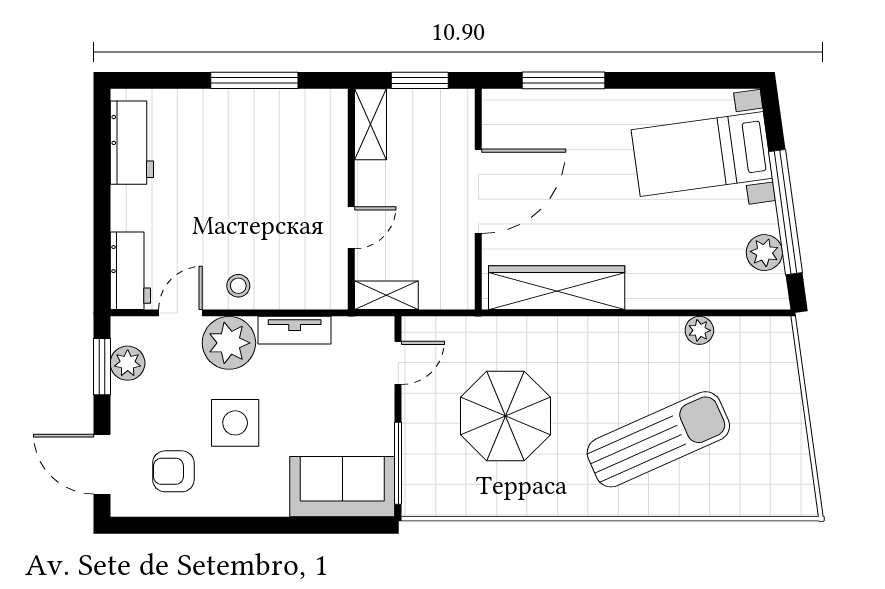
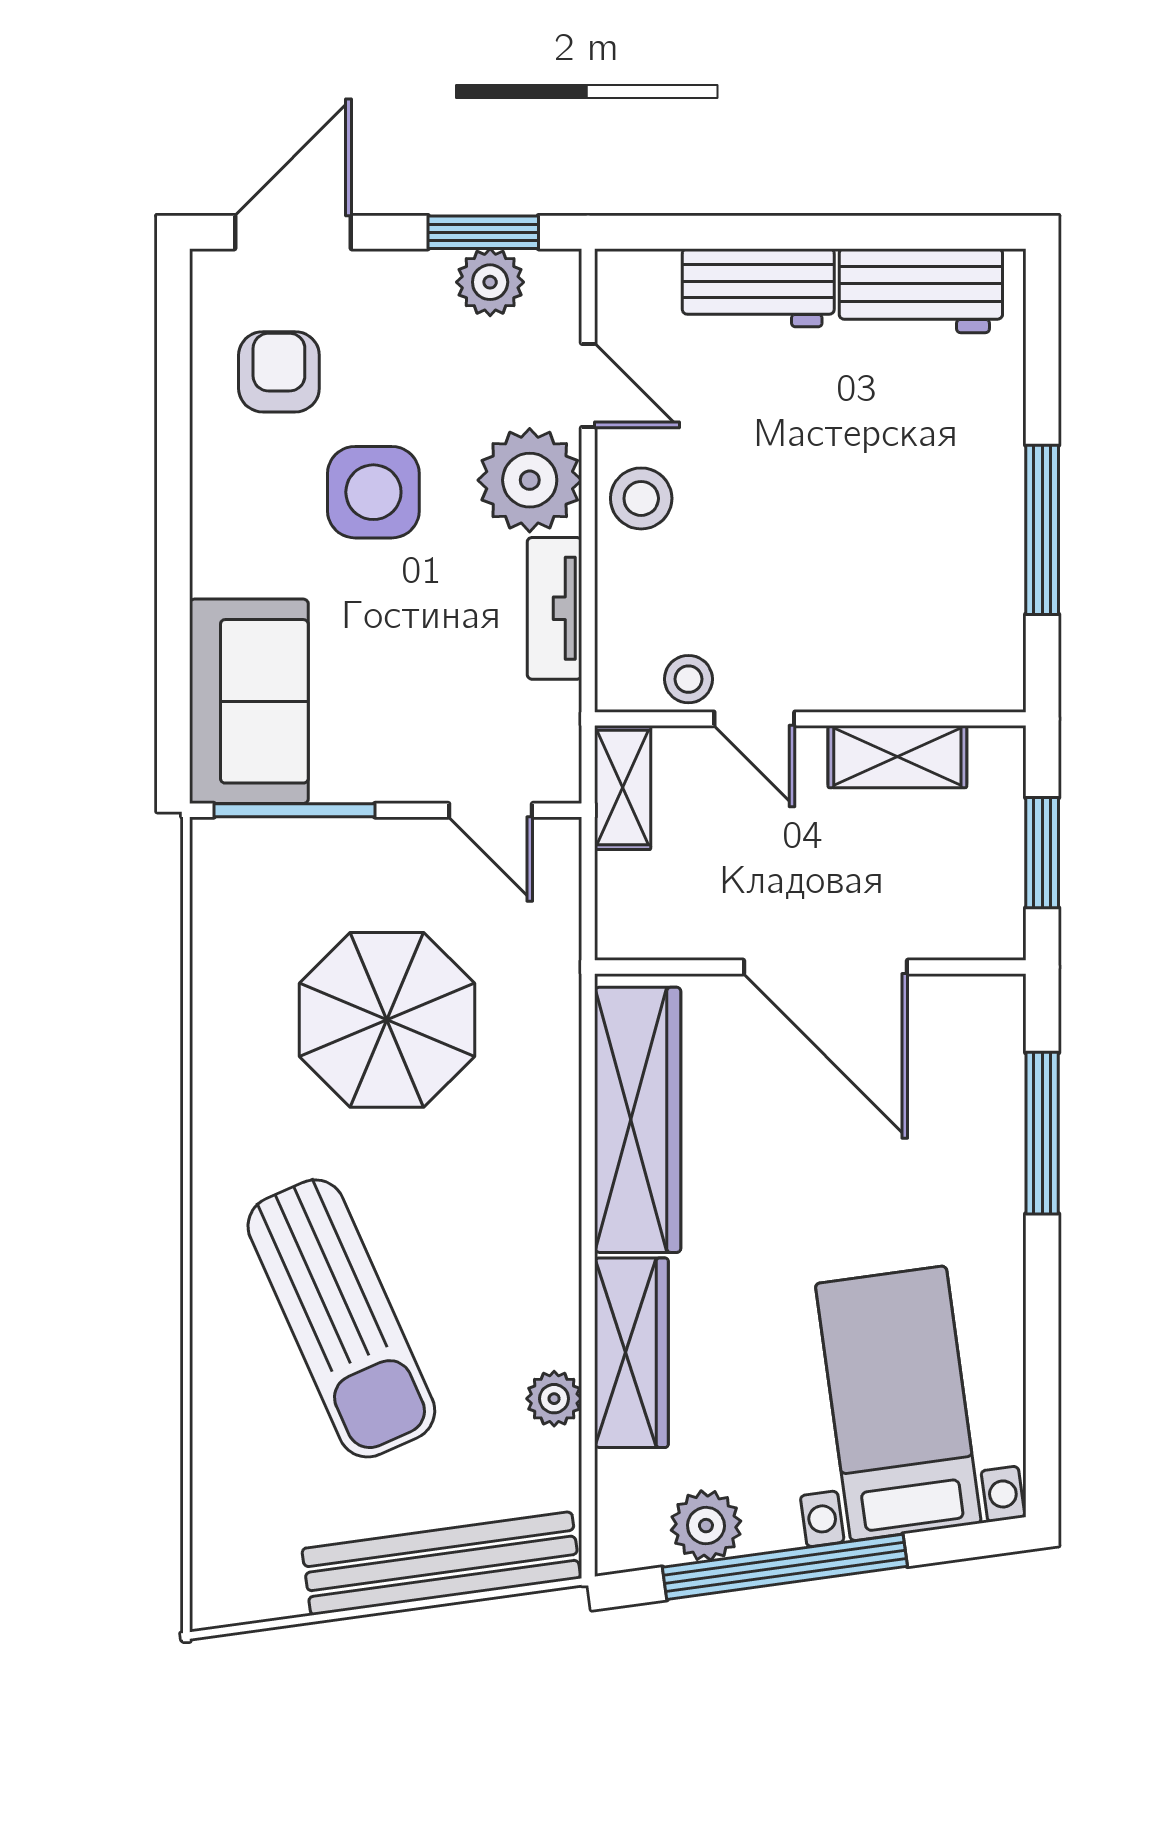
shelving: (371, 124) -> (897, 757), moved
stool: (331, 262) -> (688, 679), added
workbench: (130, 271) -> (758, 288), moved
stool: (238, 286) -> (641, 498), width x1.37, depth x1.37
wardrobe: (676, 291) -> (631, 1353), added
bench: (784, 388) -> (441, 1563), added

